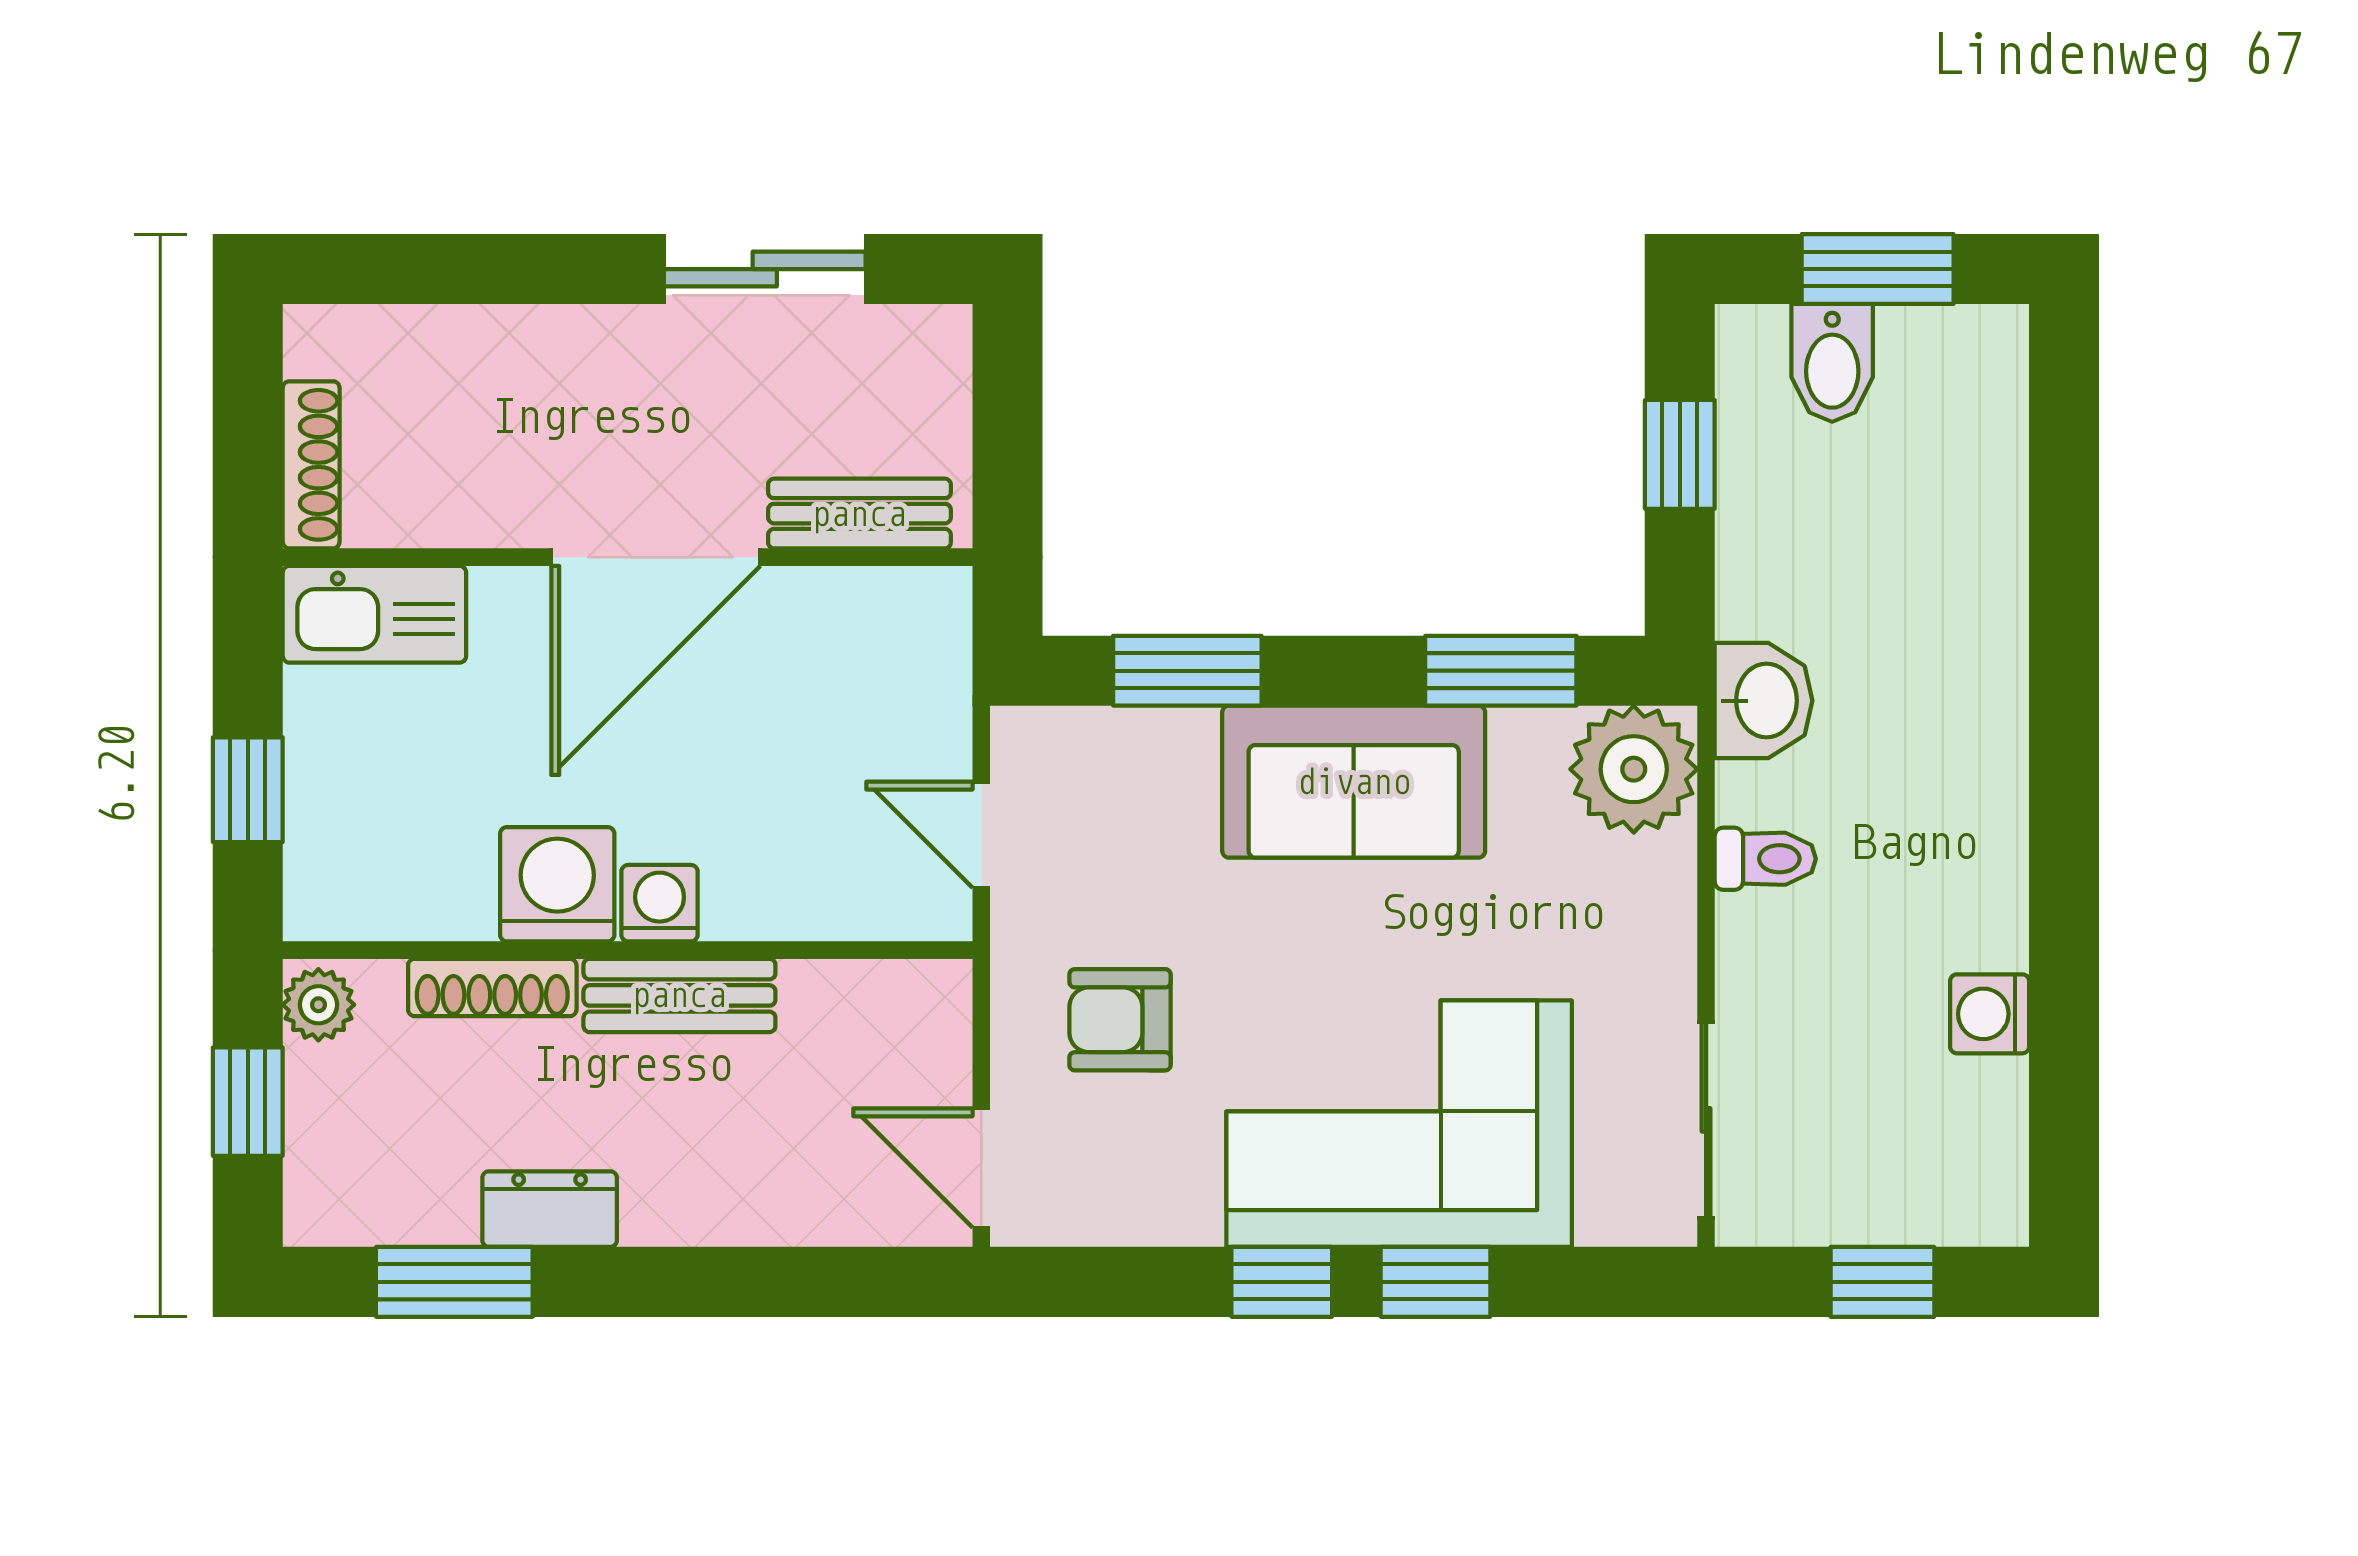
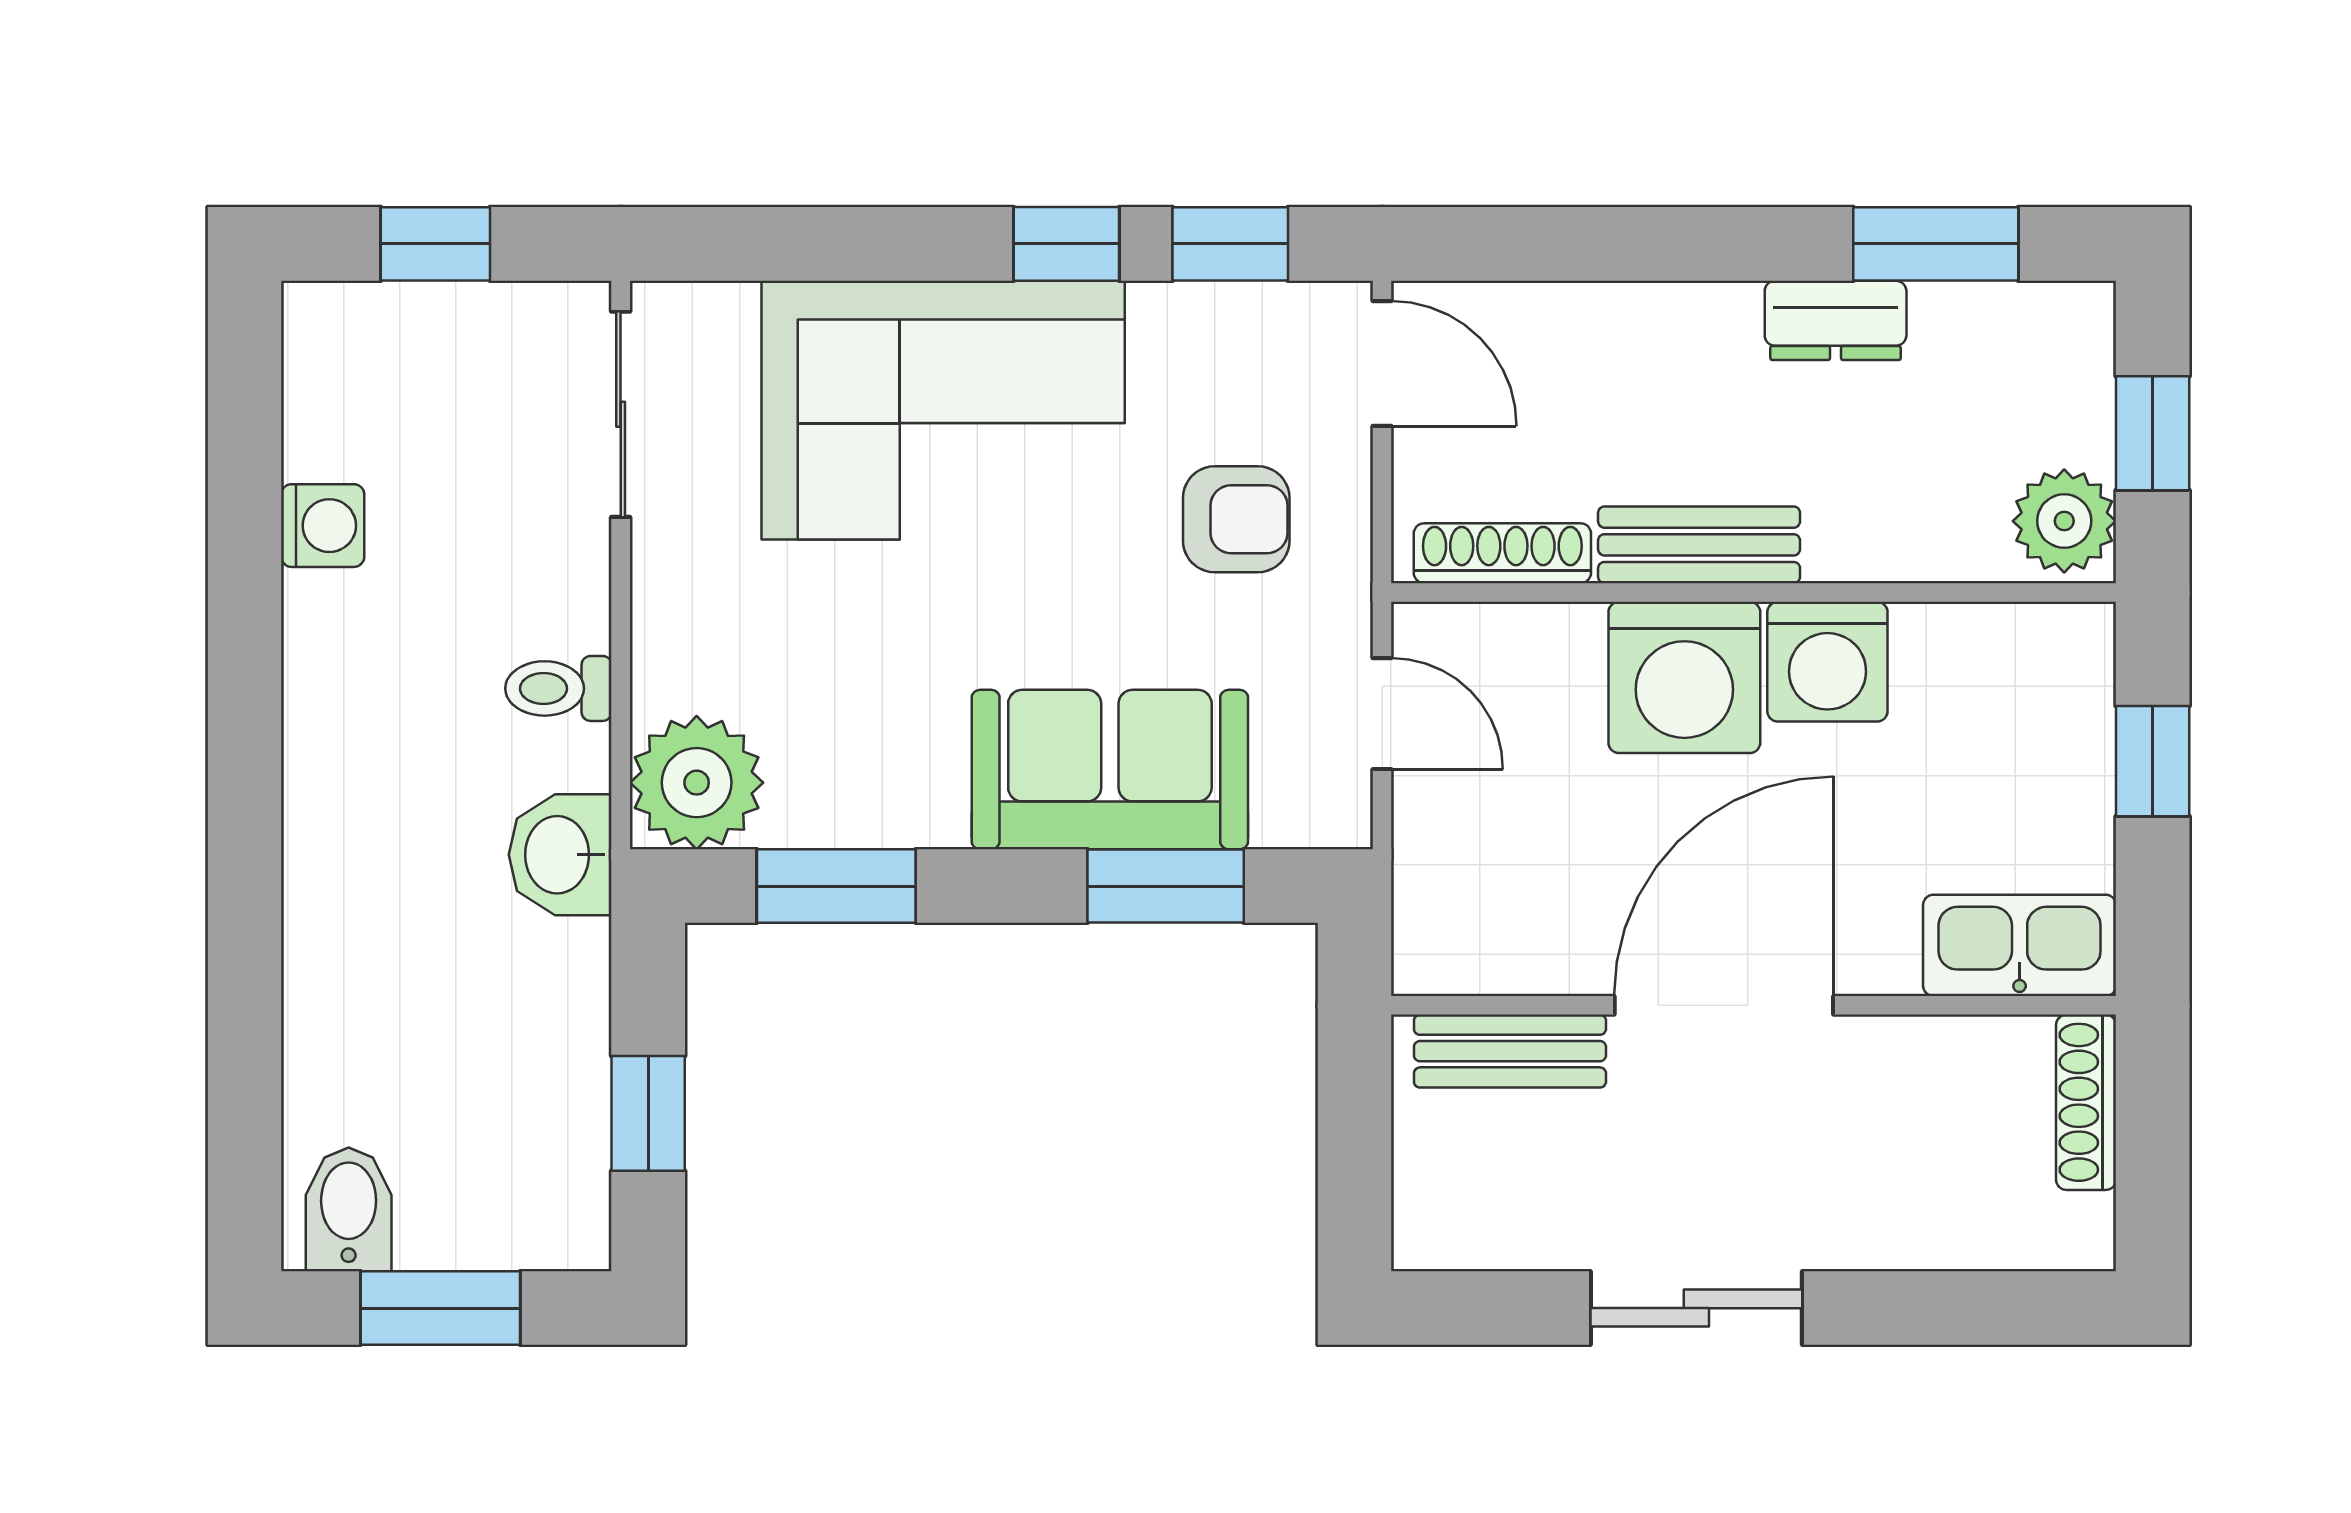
sliding door: (765, 269) -> (1696, 1308), moved
bidet: (1832, 363) -> (349, 1209), moved
sofa: (1354, 782) -> (1110, 770), moved
washing machine: (660, 903) -> (1684, 677), width x1.89, depth x1.89
shoe rack: (492, 987) -> (1502, 553), moved
plant: (318, 1005) -> (2064, 521), width x1.38, depth x1.38
window: (1435, 1282) -> (1230, 244), moved

